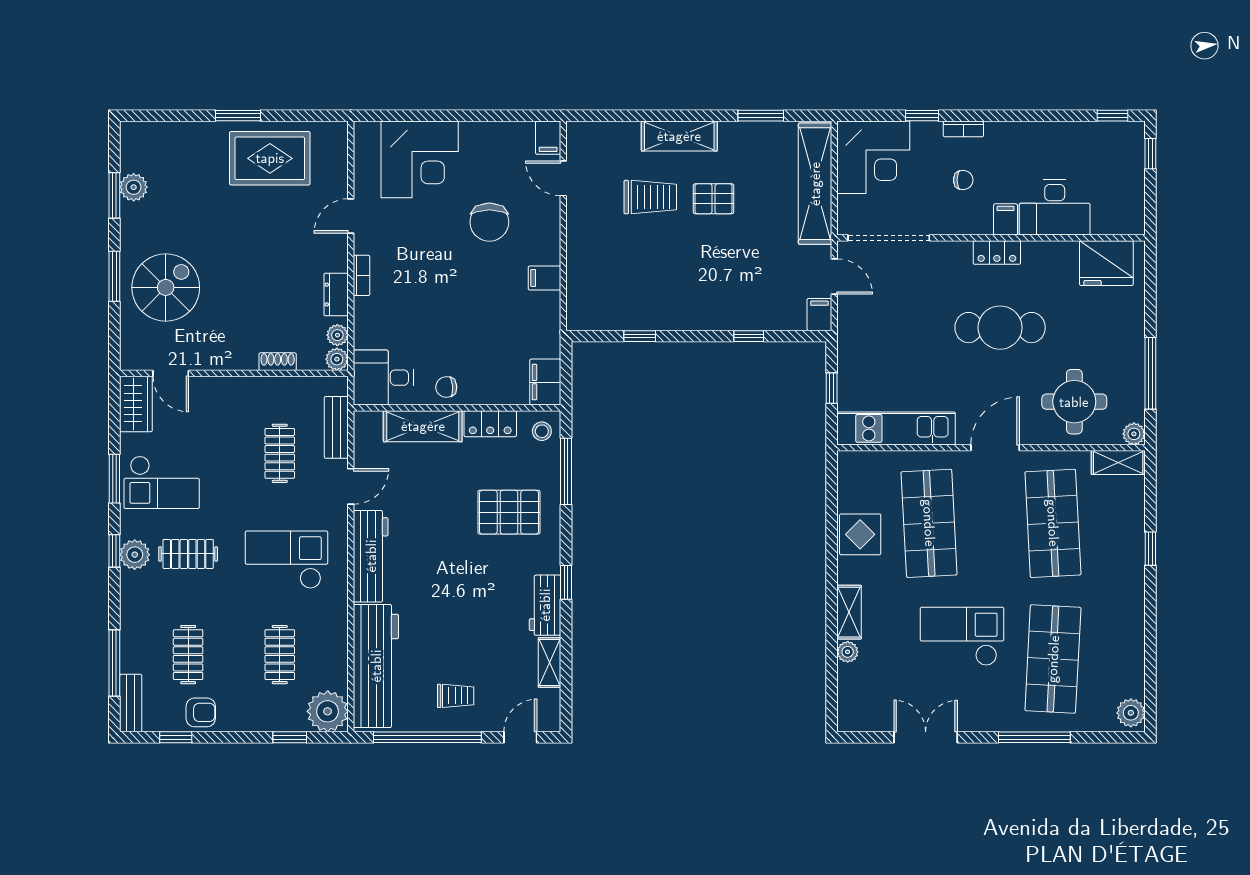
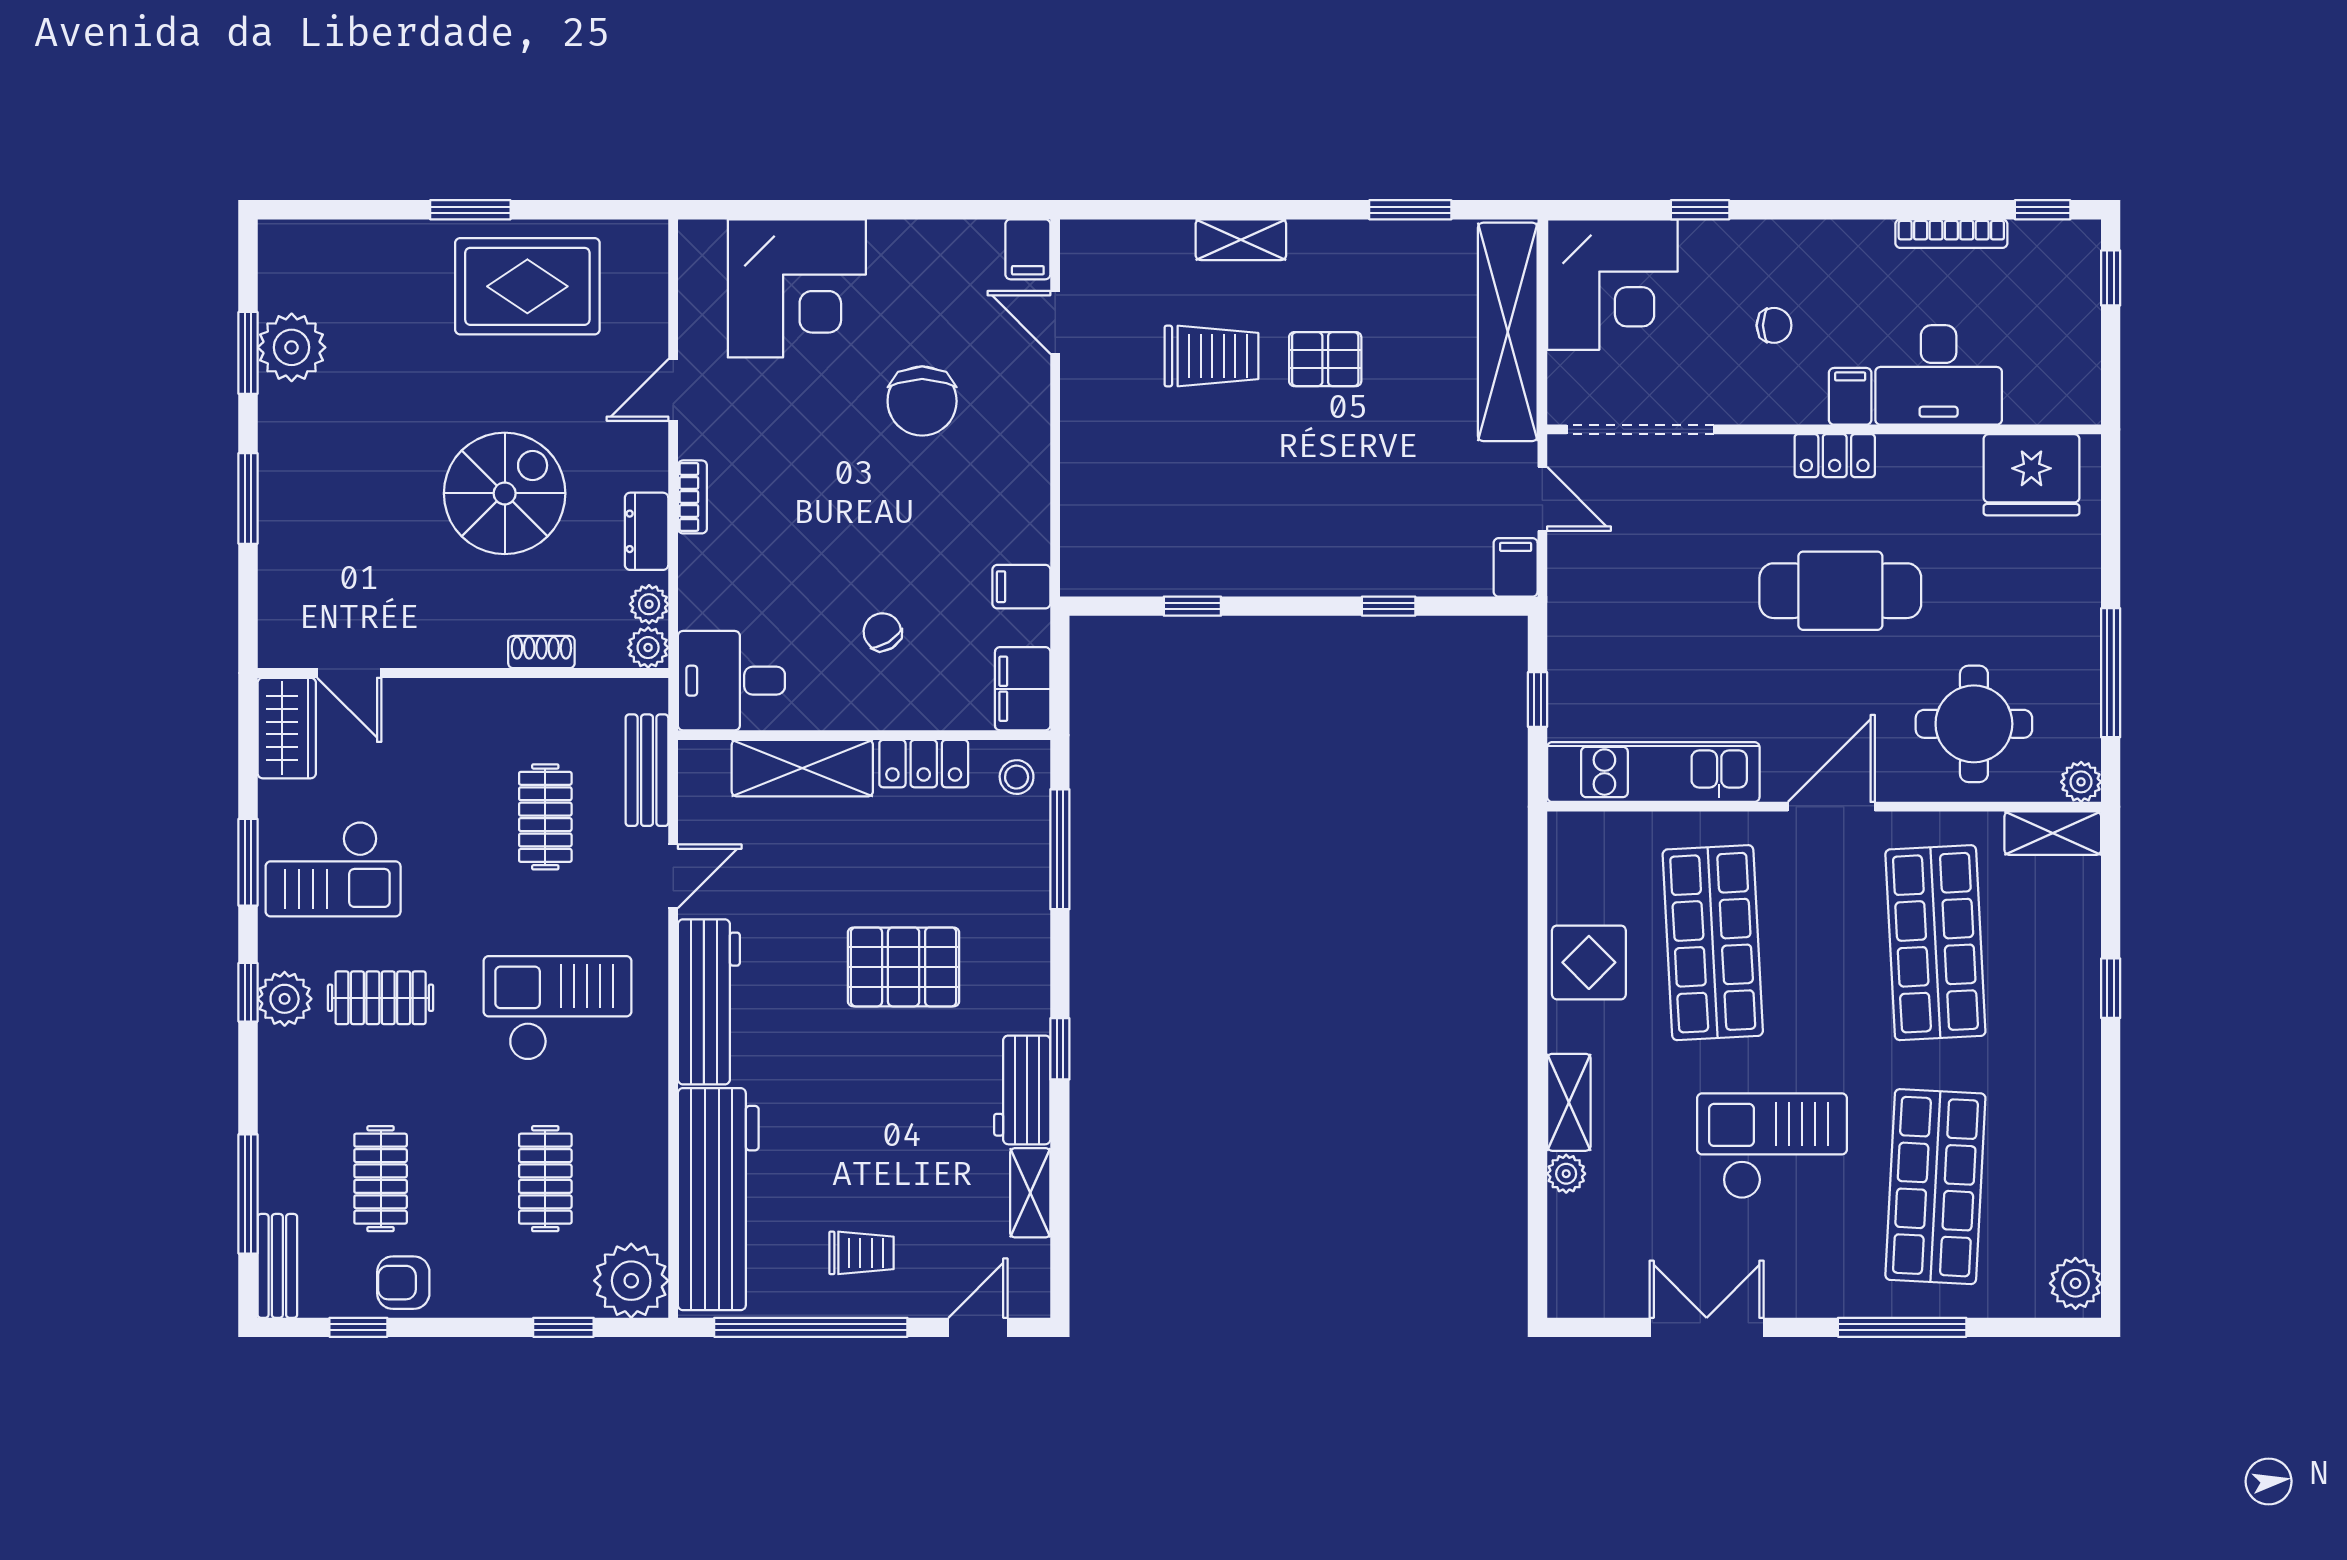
bookcase: (963, 129) -> (1951, 234), moved, width x1.56
shelving: (679, 136) -> (1241, 240), width x0.67, depth x0.75
plant: (134, 187) -> (292, 347), width x1.36, depth x1.36
filing cabinet: (545, 278) -> (1021, 587), moved
spiral stairs: (166, 287) -> (505, 493), moved
chair: (446, 387) -> (882, 632), moved, turned 62
pallet: (509, 512) -> (904, 967), moved
armchair: (201, 712) -> (403, 1283), turned 180

